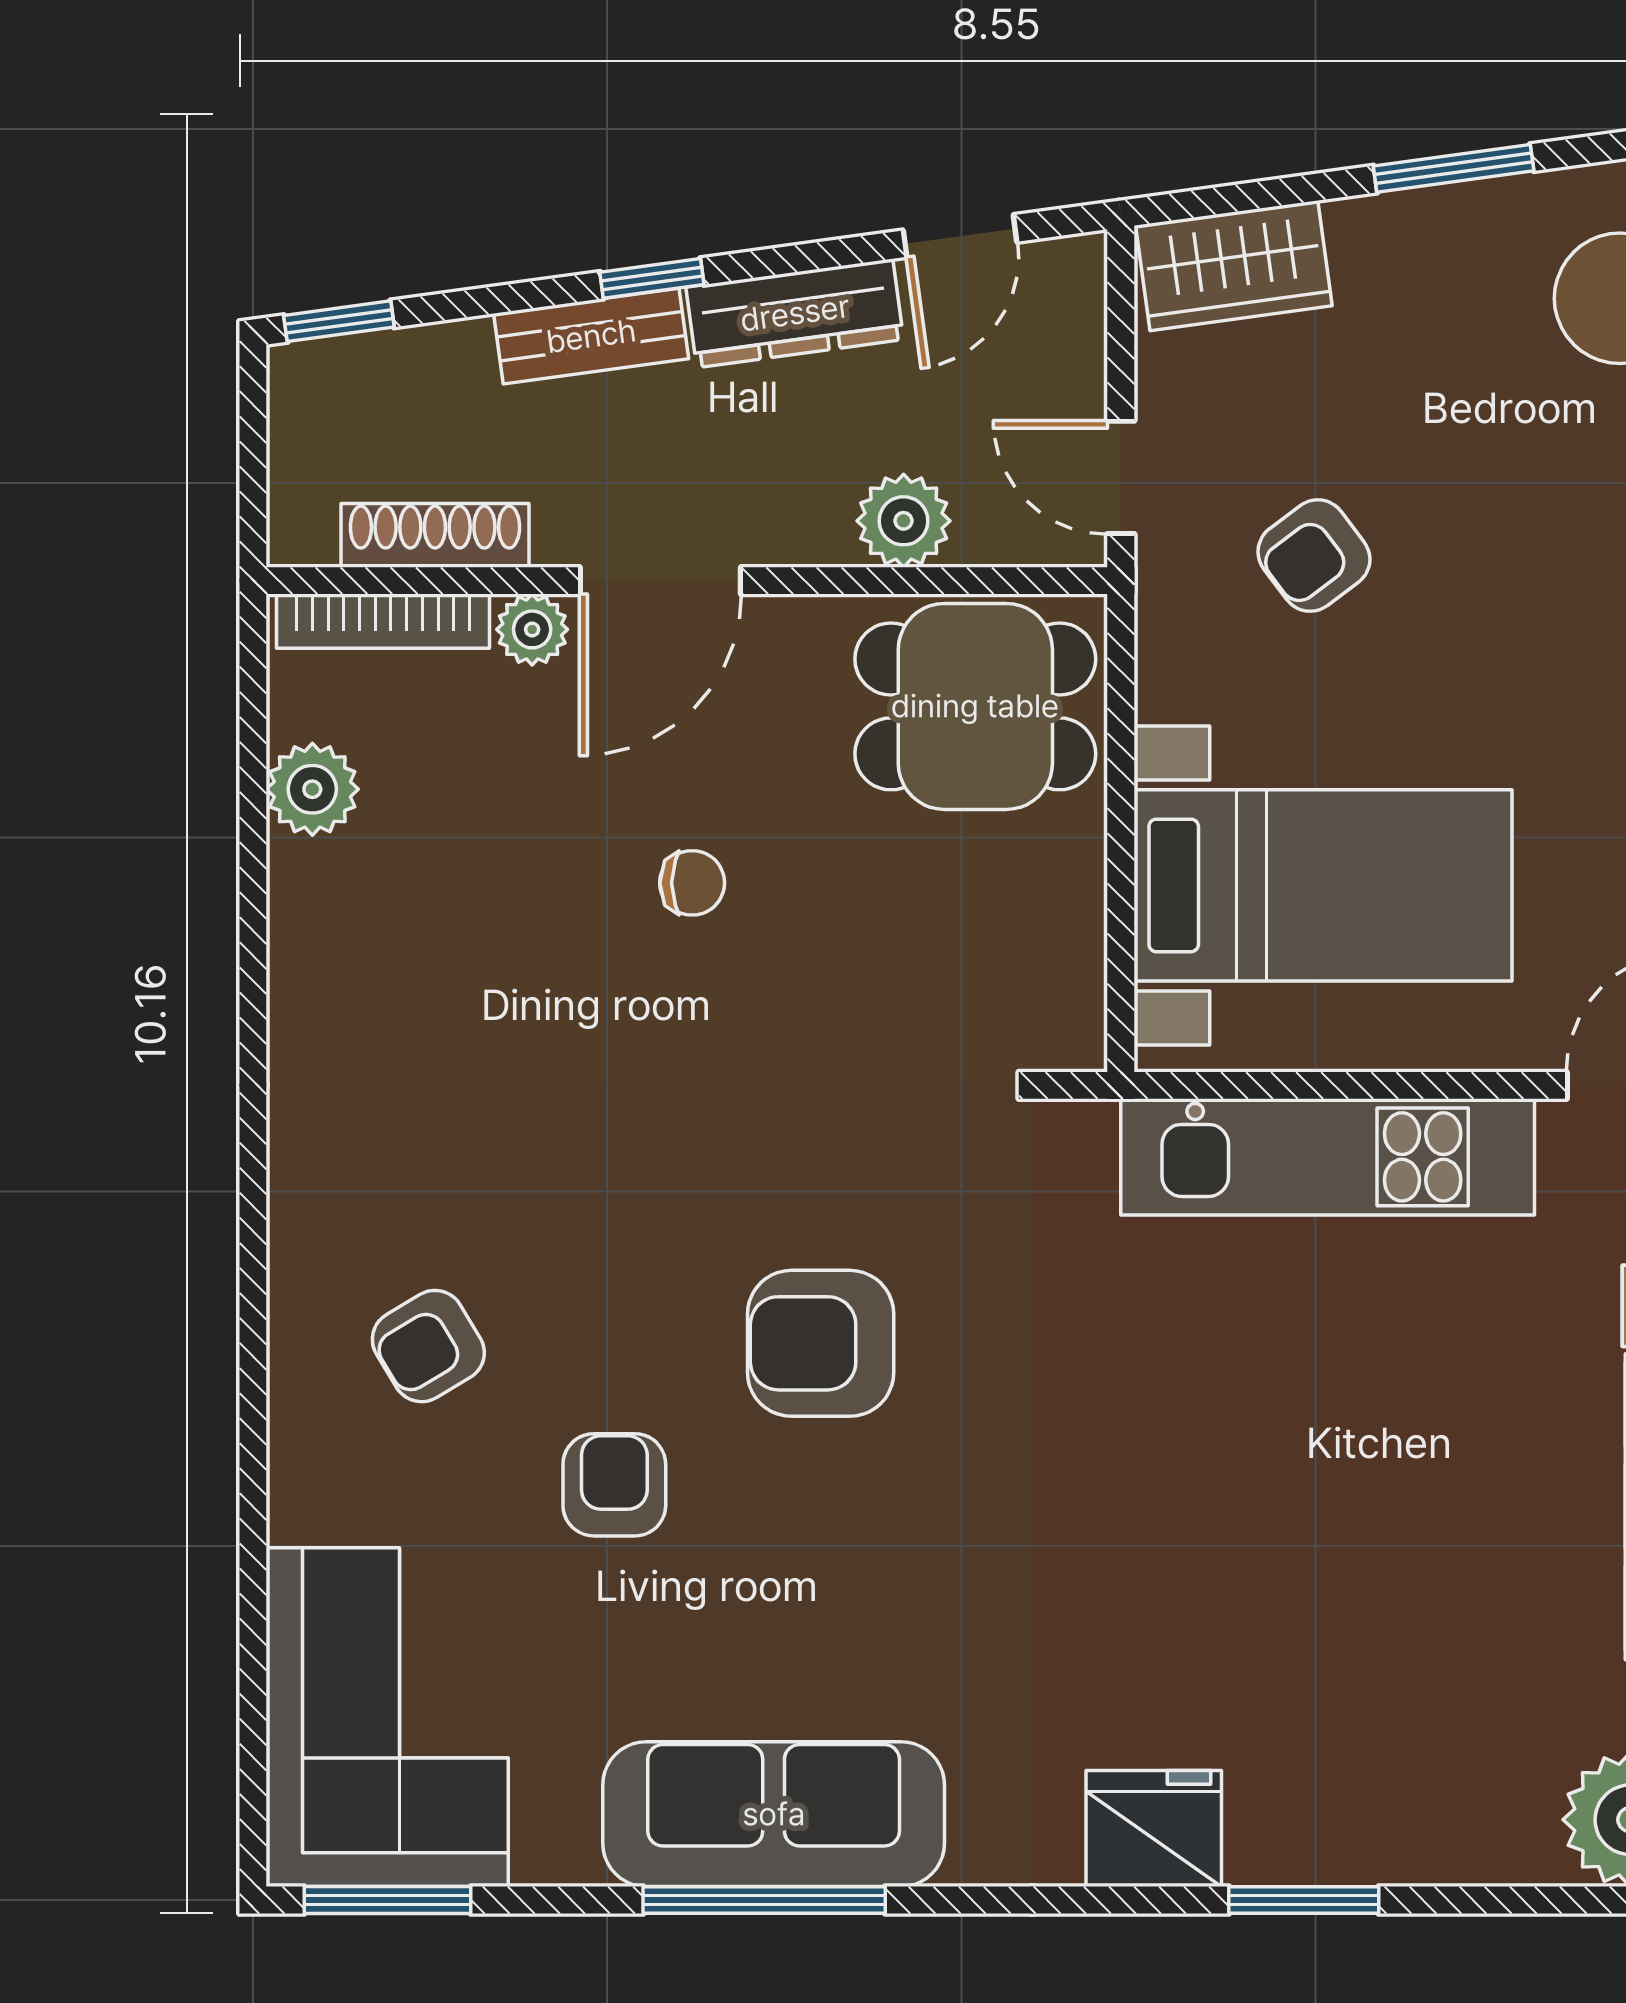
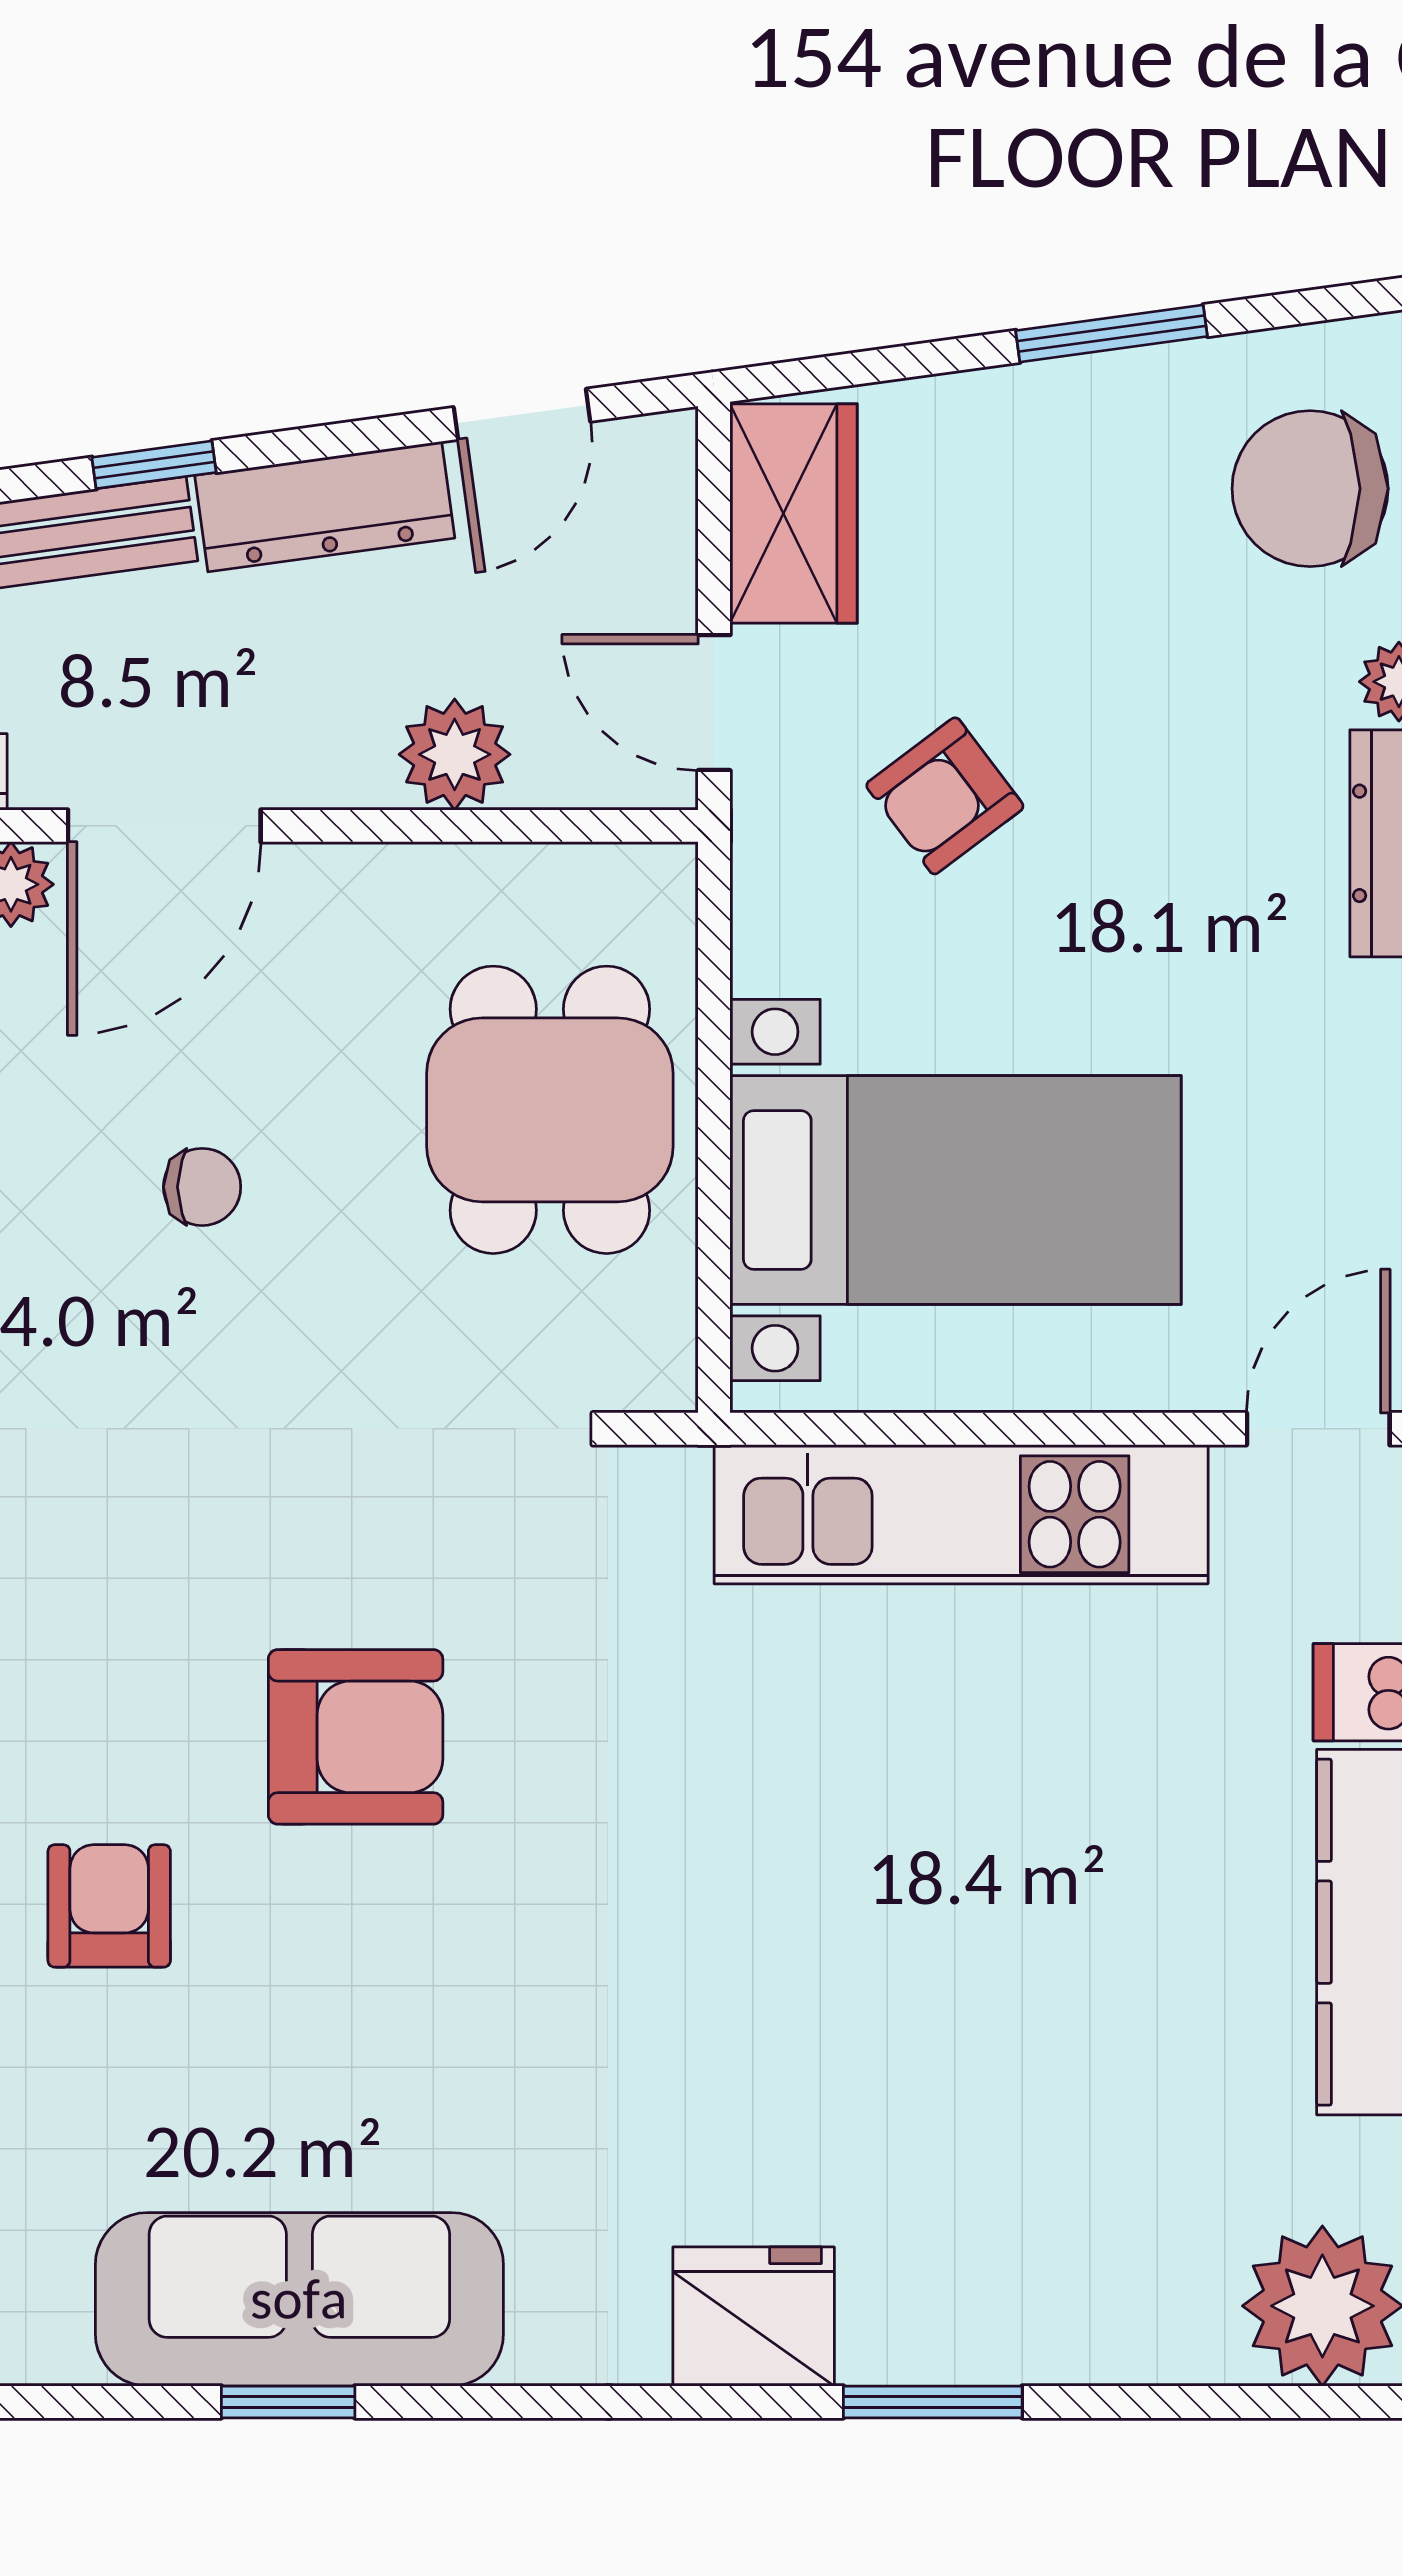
wardrobe: (1234, 266) -> (794, 514), moved, turned -82
dining table: (975, 706) -> (550, 1110), moved, turned 90
armchair: (821, 1343) -> (356, 1737), turned 180
window: (764, 1900) -> (288, 2402), width x0.46

